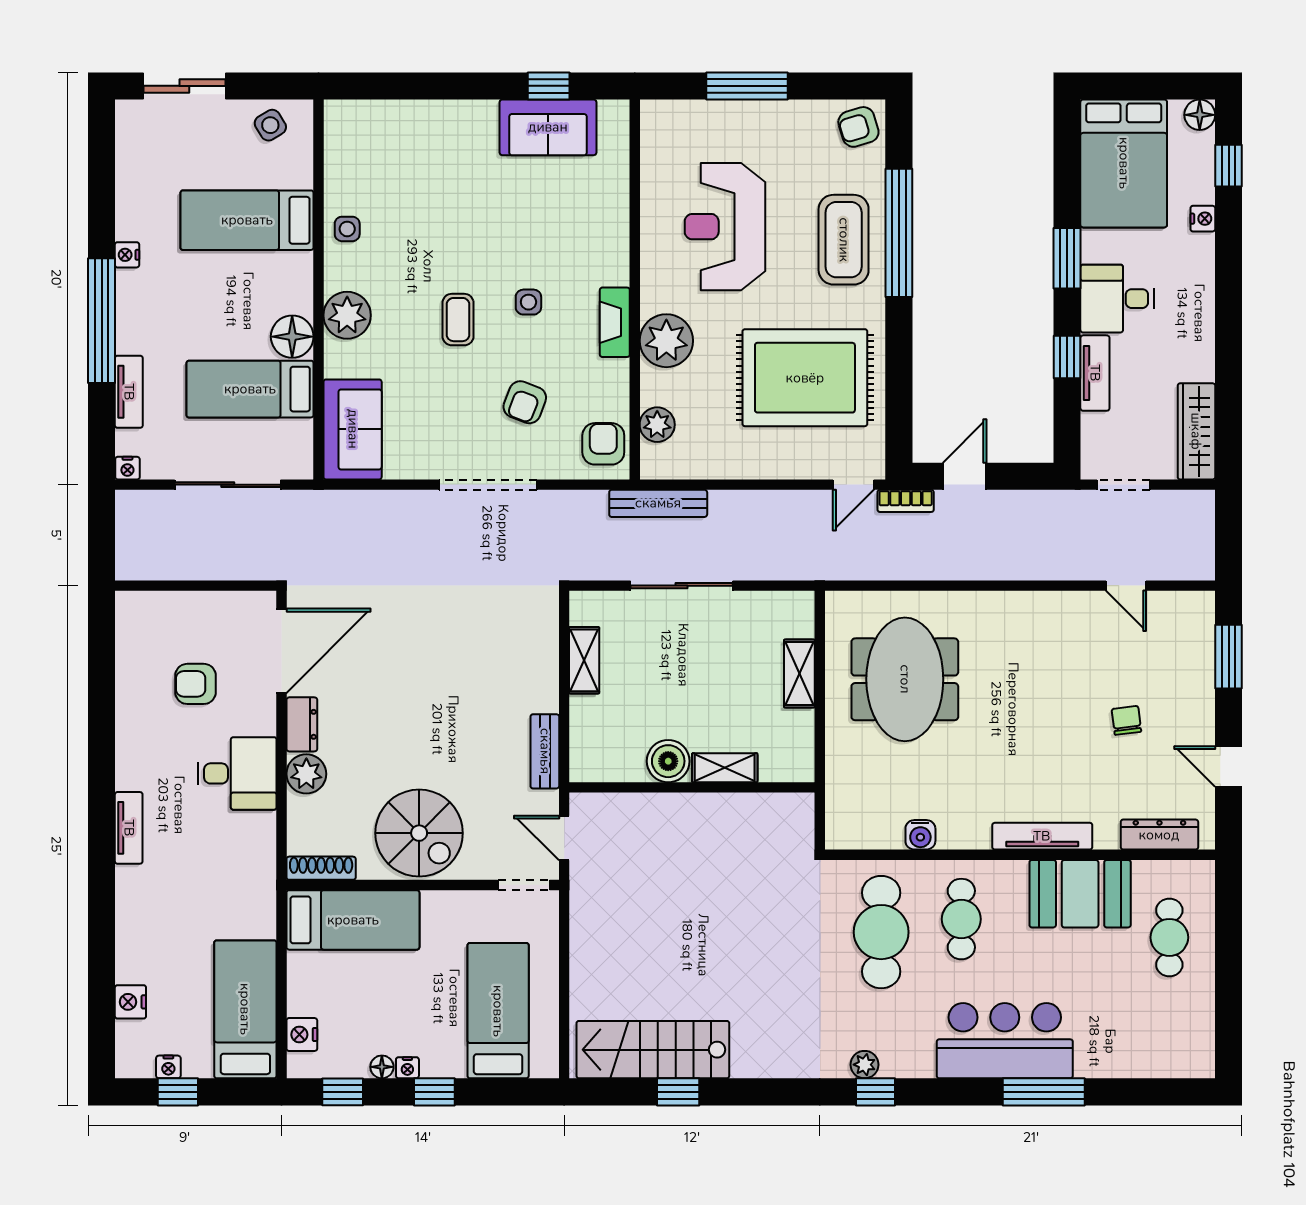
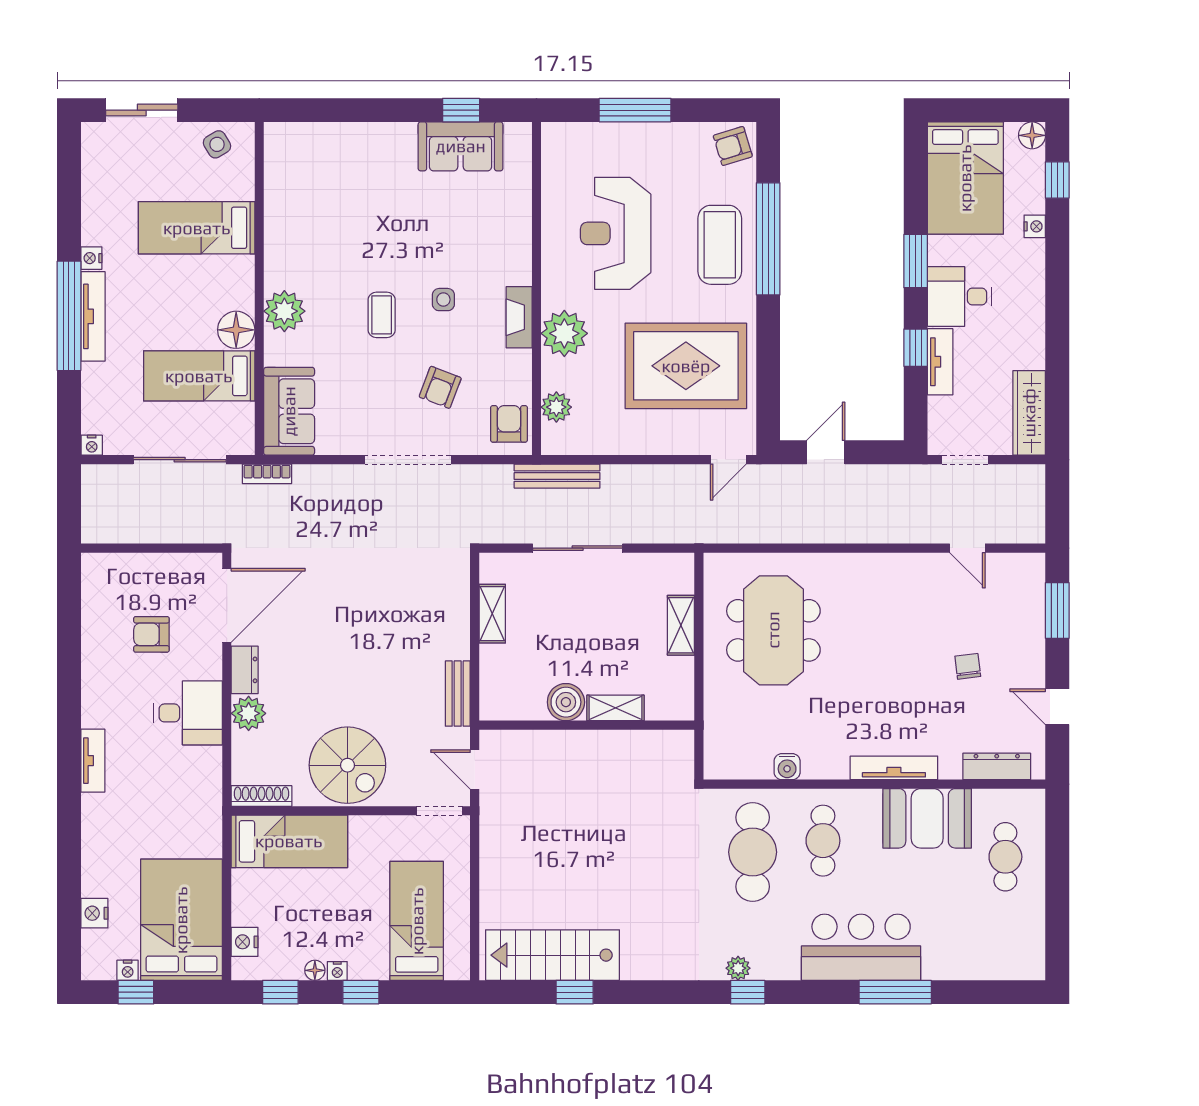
side table: (347, 229) -> (284, 235), removed
tv unit: (129, 392) -> (93, 316), moved, width x1.41
bookcase: (906, 501) -> (267, 474), moved
bed: (245, 1009) -> (181, 920), width x1.50

